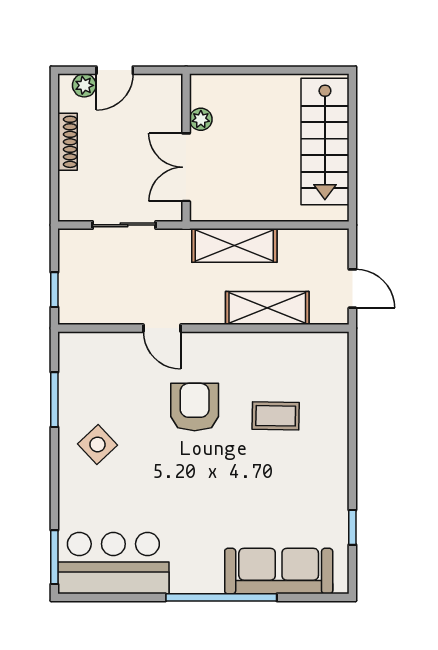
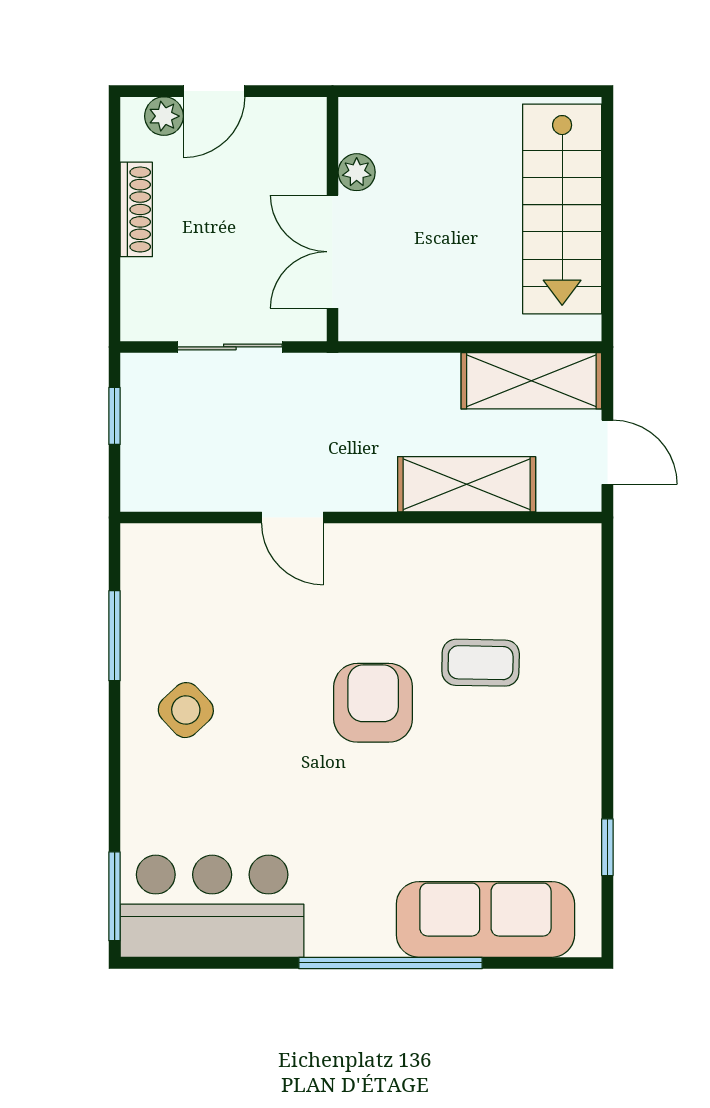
shelving: (234, 245) -> (531, 381), moved
window: (54, 290) -> (115, 416), moved
armchair: (195, 407) -> (373, 703), moved

